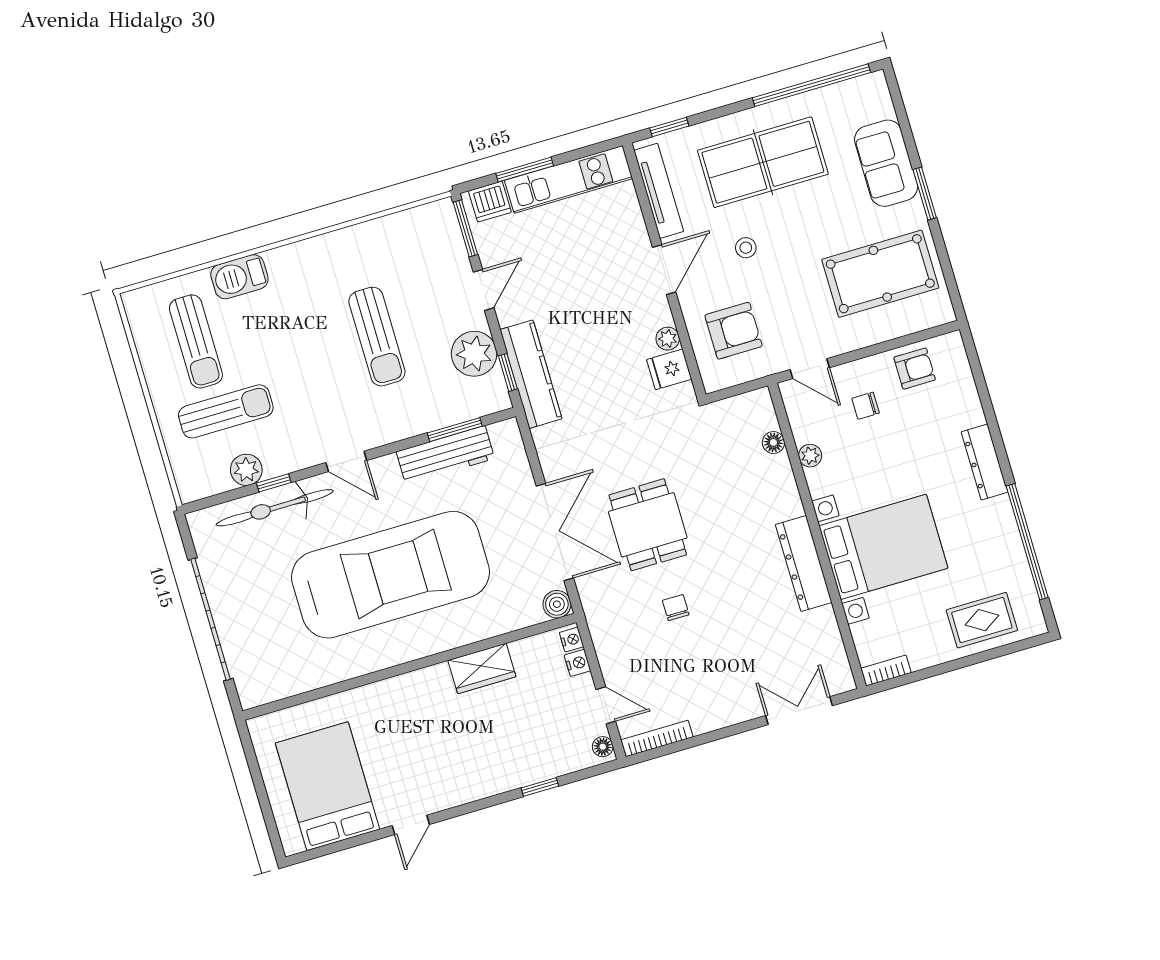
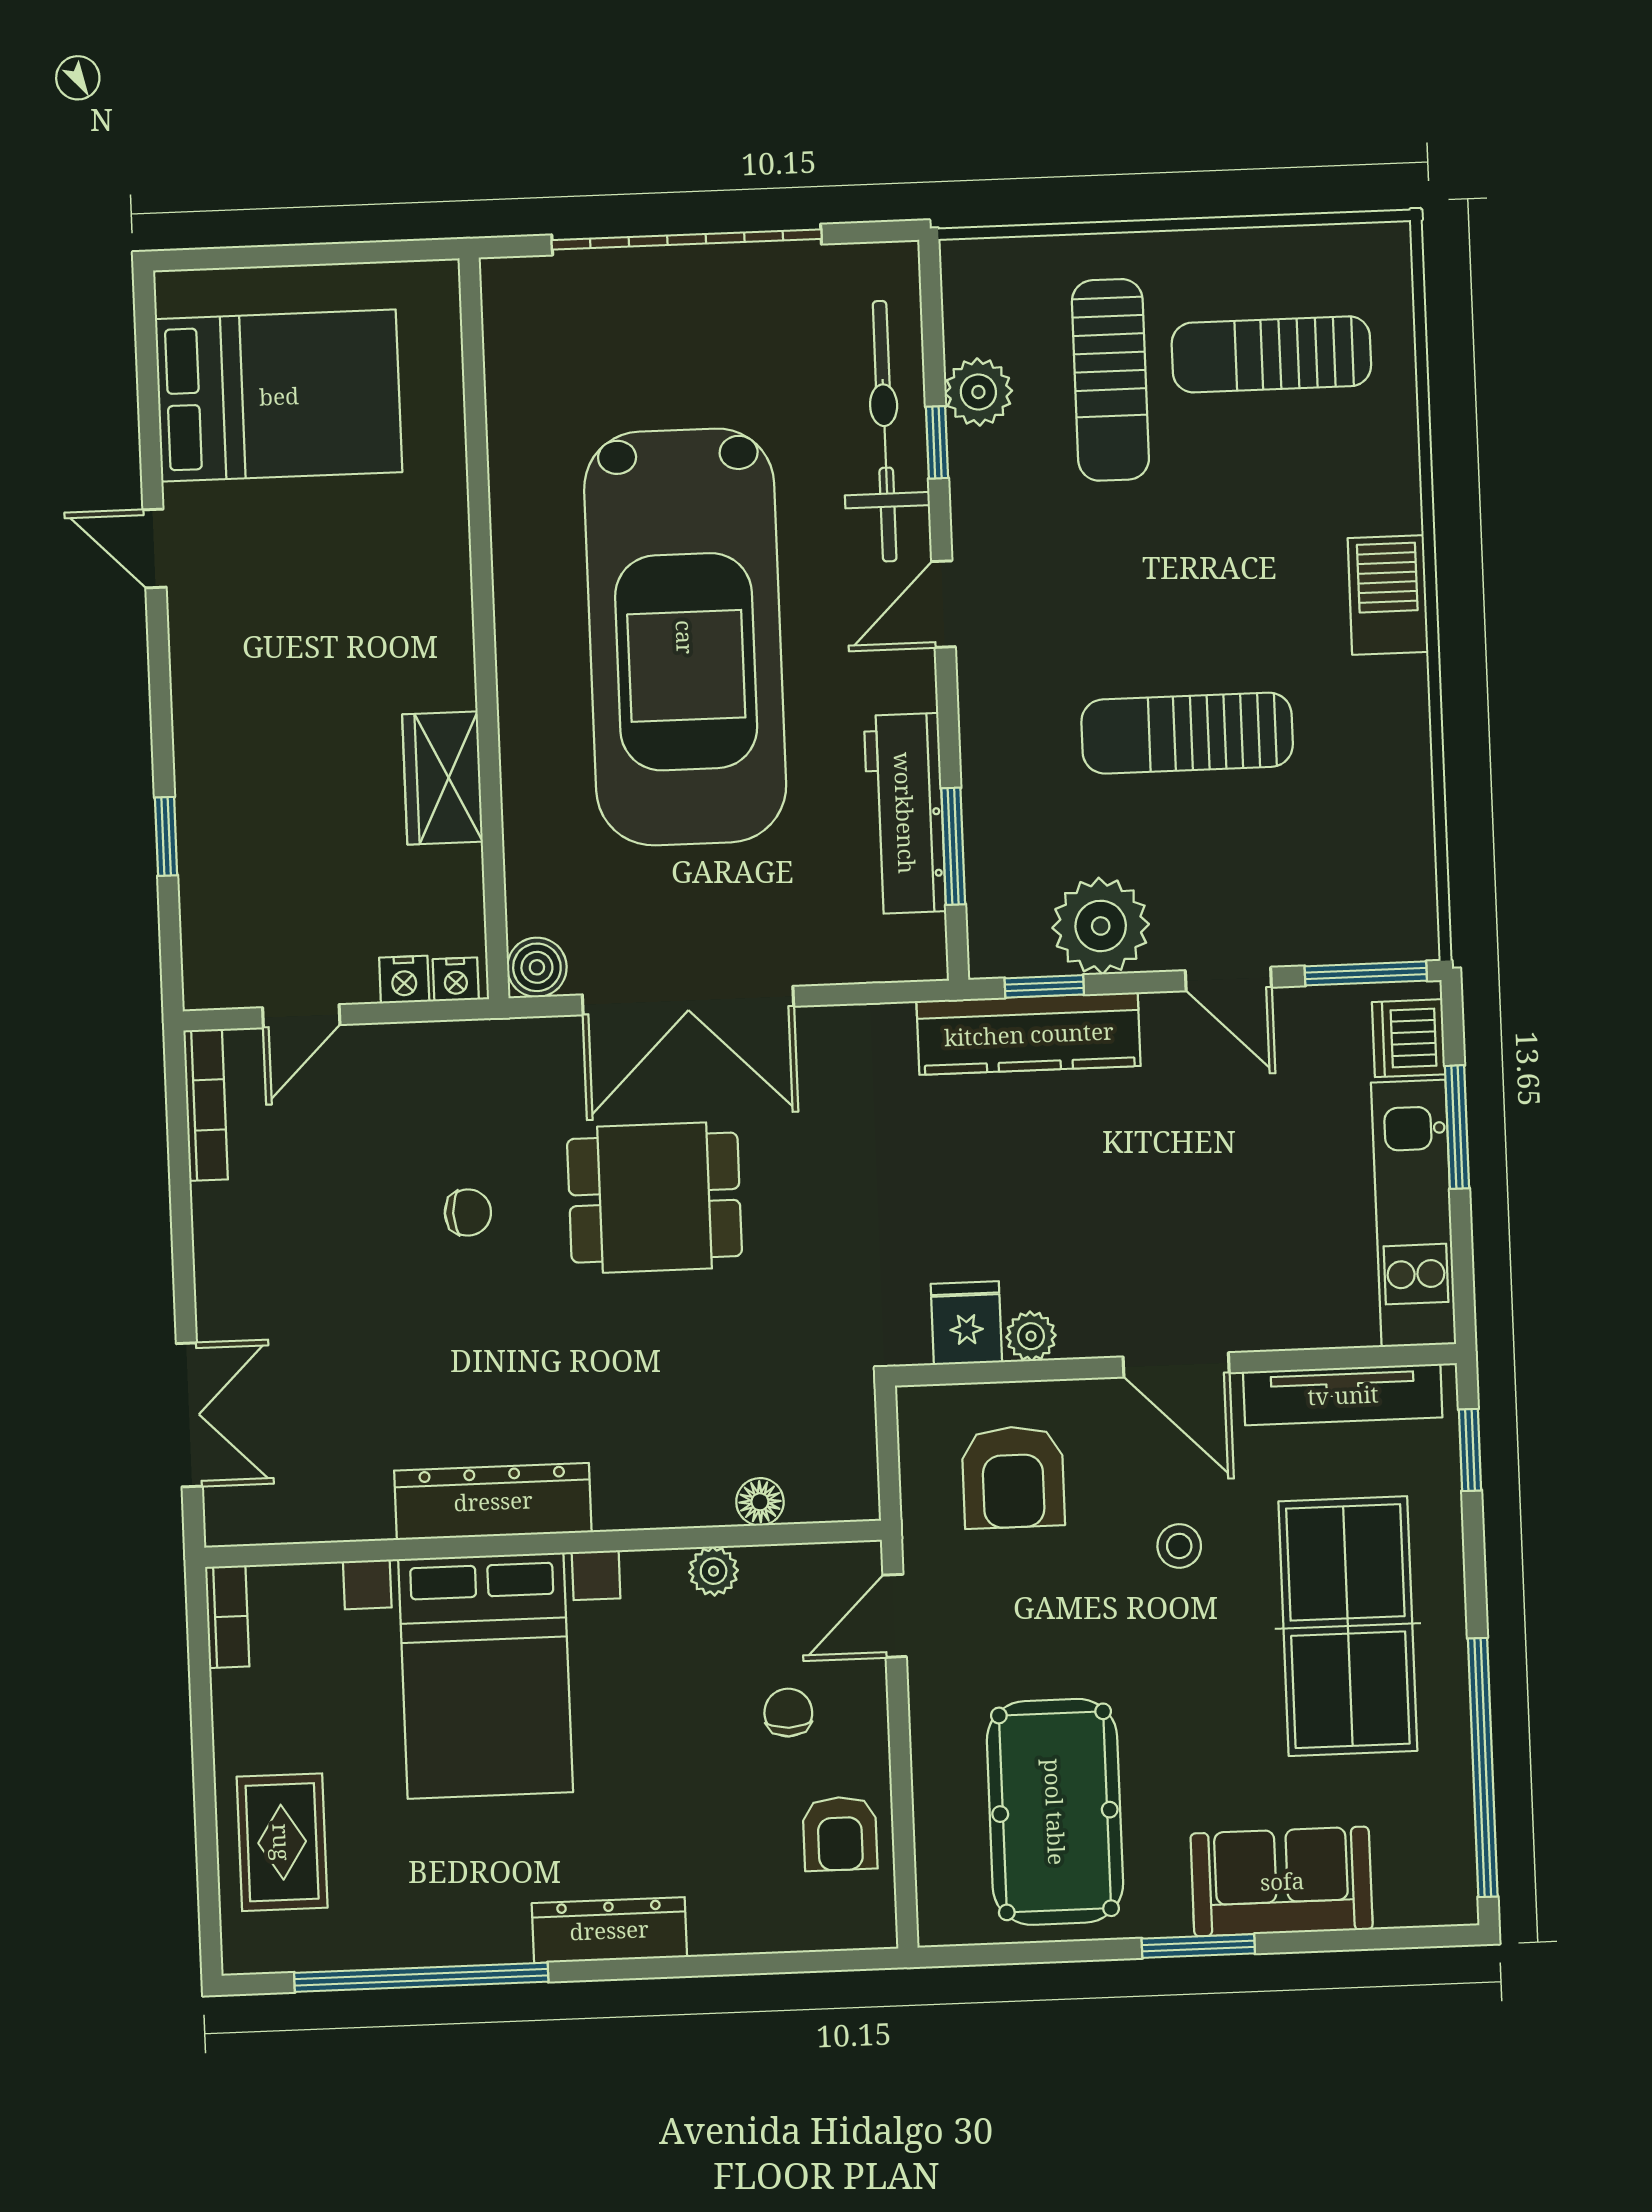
barbecue: (239, 277) -> (1388, 595), moved
floor lamp: (603, 747) -> (217, 988), removed

